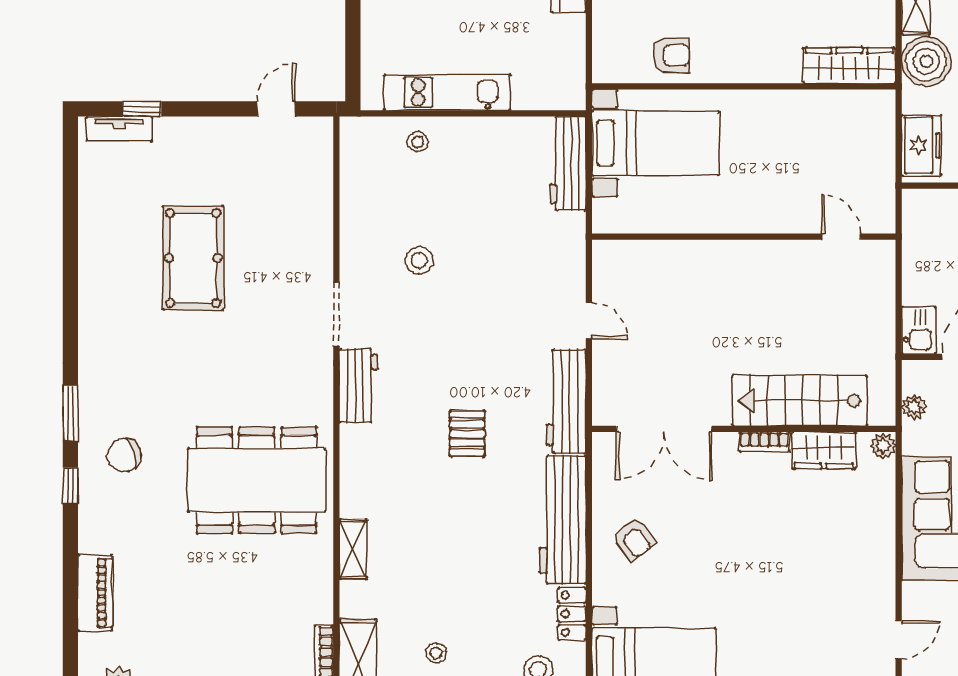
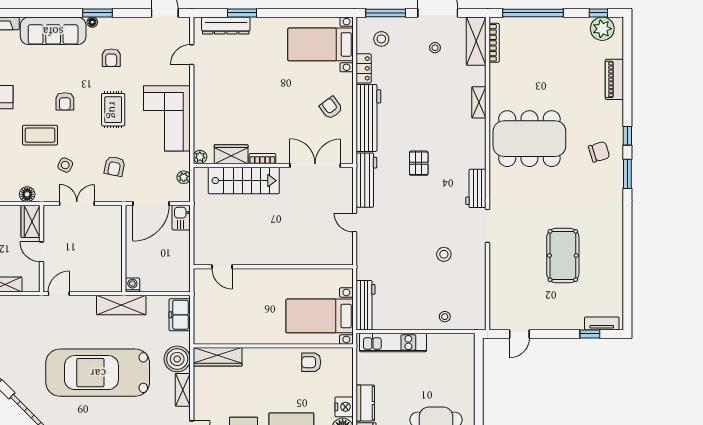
kitchen unit: (447, 93) -> (393, 343), moved

